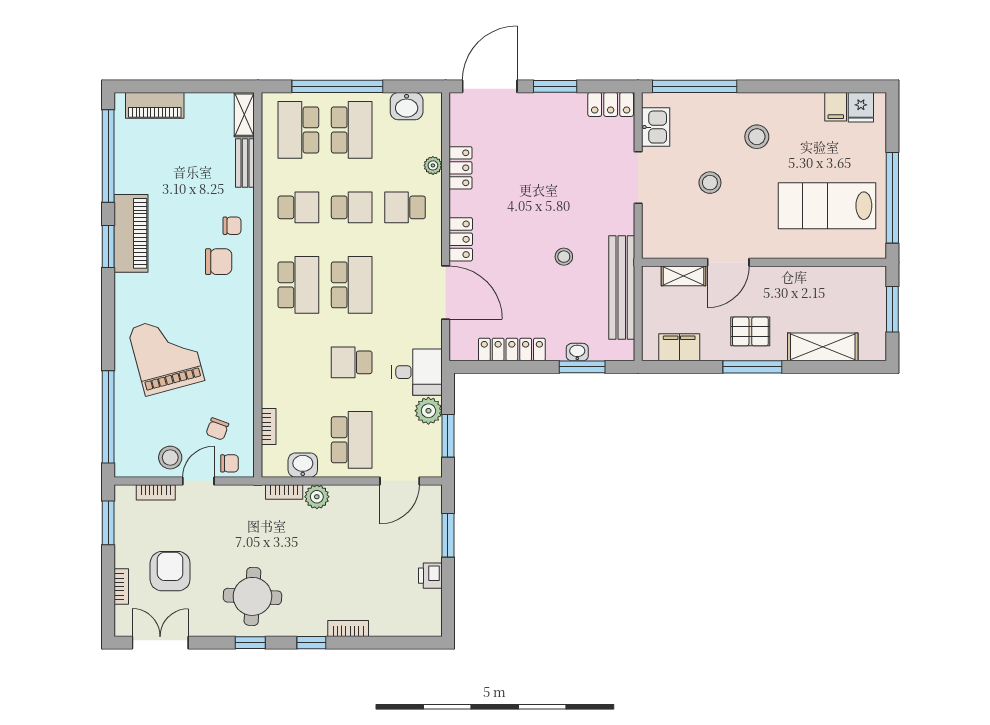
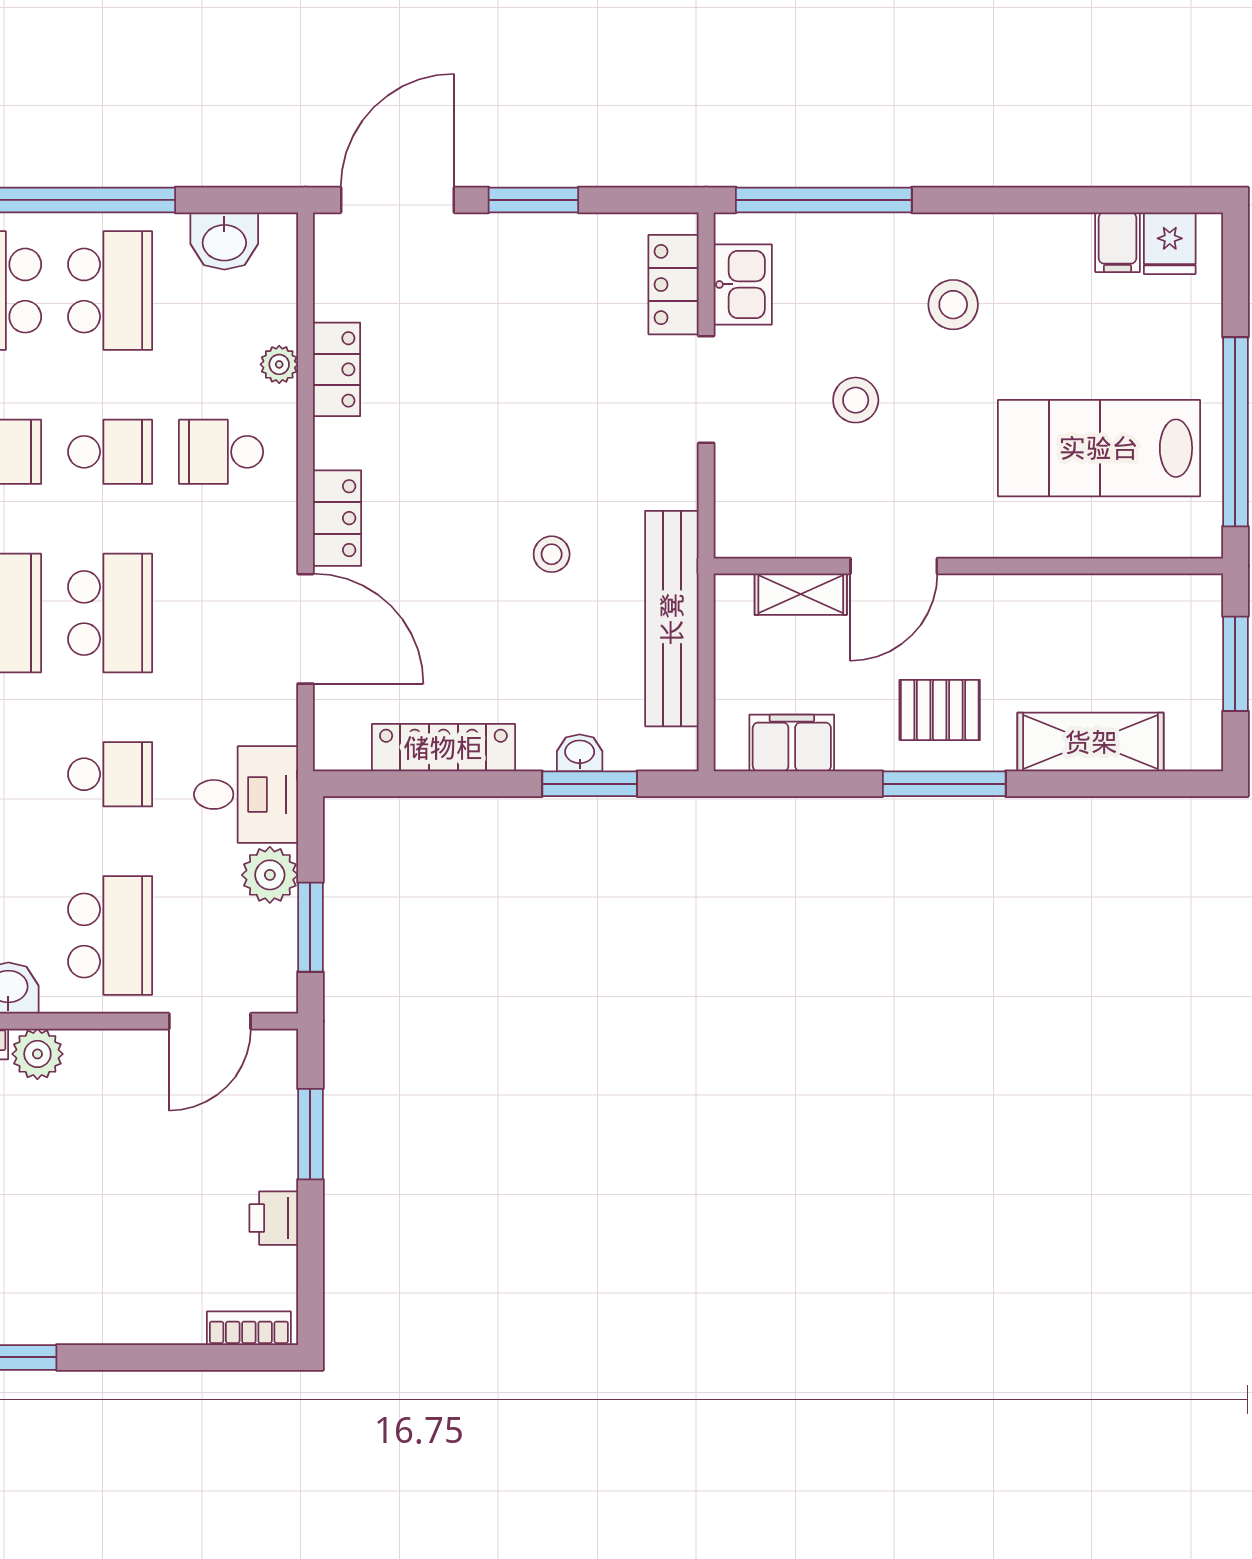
locker: (611, 104) -> (674, 285), moved, turned 90
school desk: (352, 362) -> (110, 774), turned 180
bookcase: (348, 629) -> (249, 1328), moved

